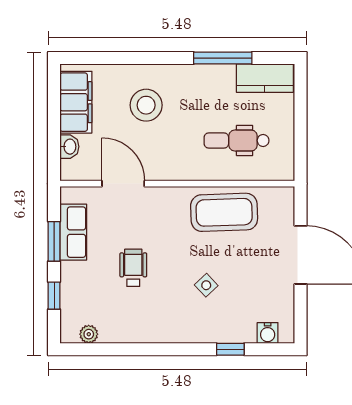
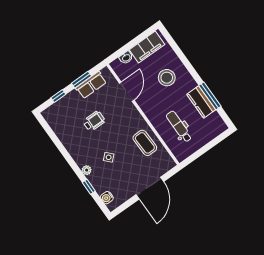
kitchen counter: (265, 78) -> (201, 102), moved
coffee table: (224, 212) -> (145, 143), width x0.73, depth x0.76
plant: (89, 334) -> (87, 170), moved

